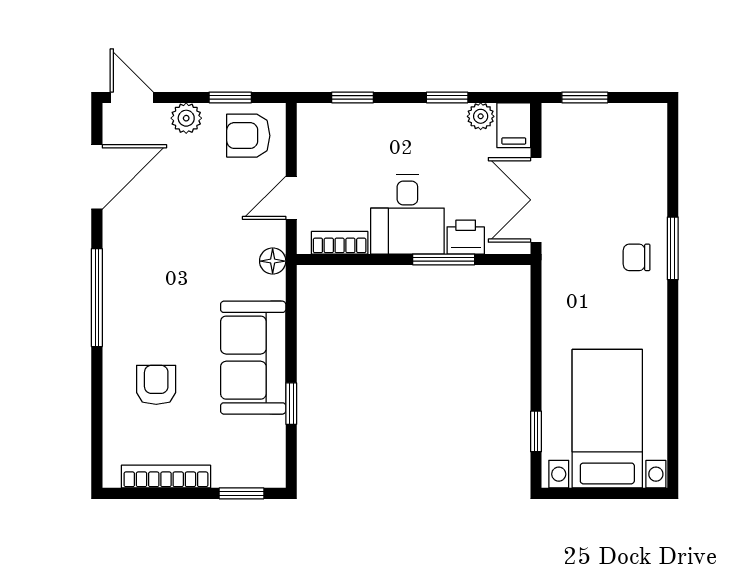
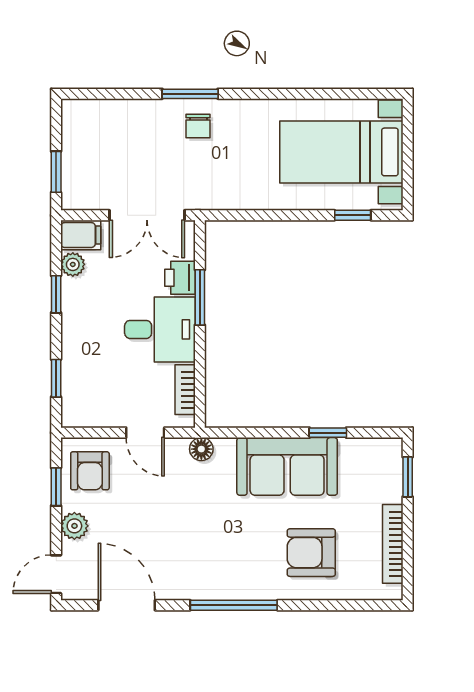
armchair: (156, 385) -> (311, 553), width x1.38, depth x1.38

